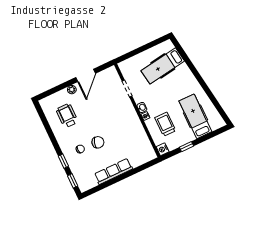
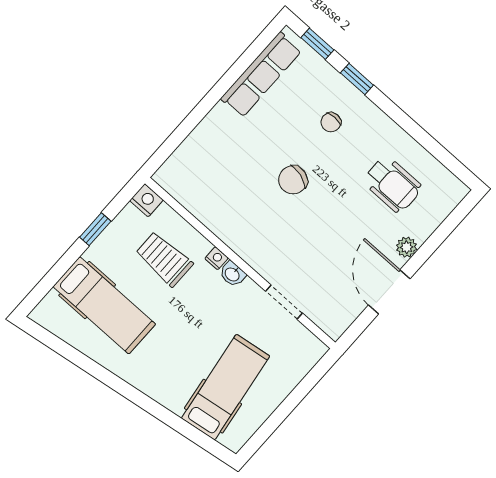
trolley: (165, 124) -> (164, 259), turned 180
chair: (98, 142) -> (293, 180), moved
row of seats: (113, 171) -> (261, 75), moved

